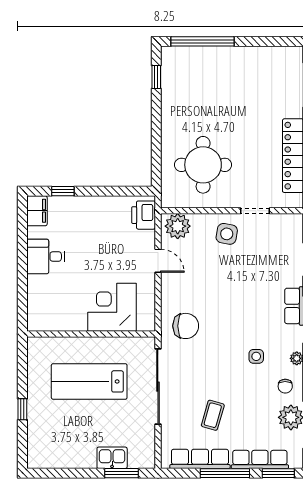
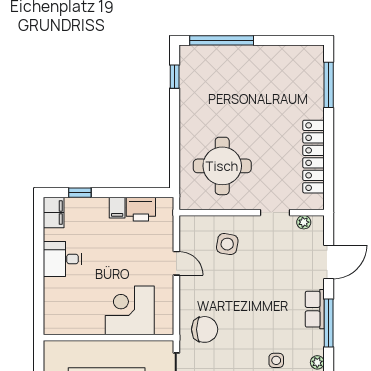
filing cabinet: (100, 206) -> (117, 208), added
printer: (144, 215) -> (141, 209), moved, turned -90
plant: (178, 226) -> (304, 222), moved, width x0.53, depth x0.53
side table: (227, 234) -> (227, 244), moved

